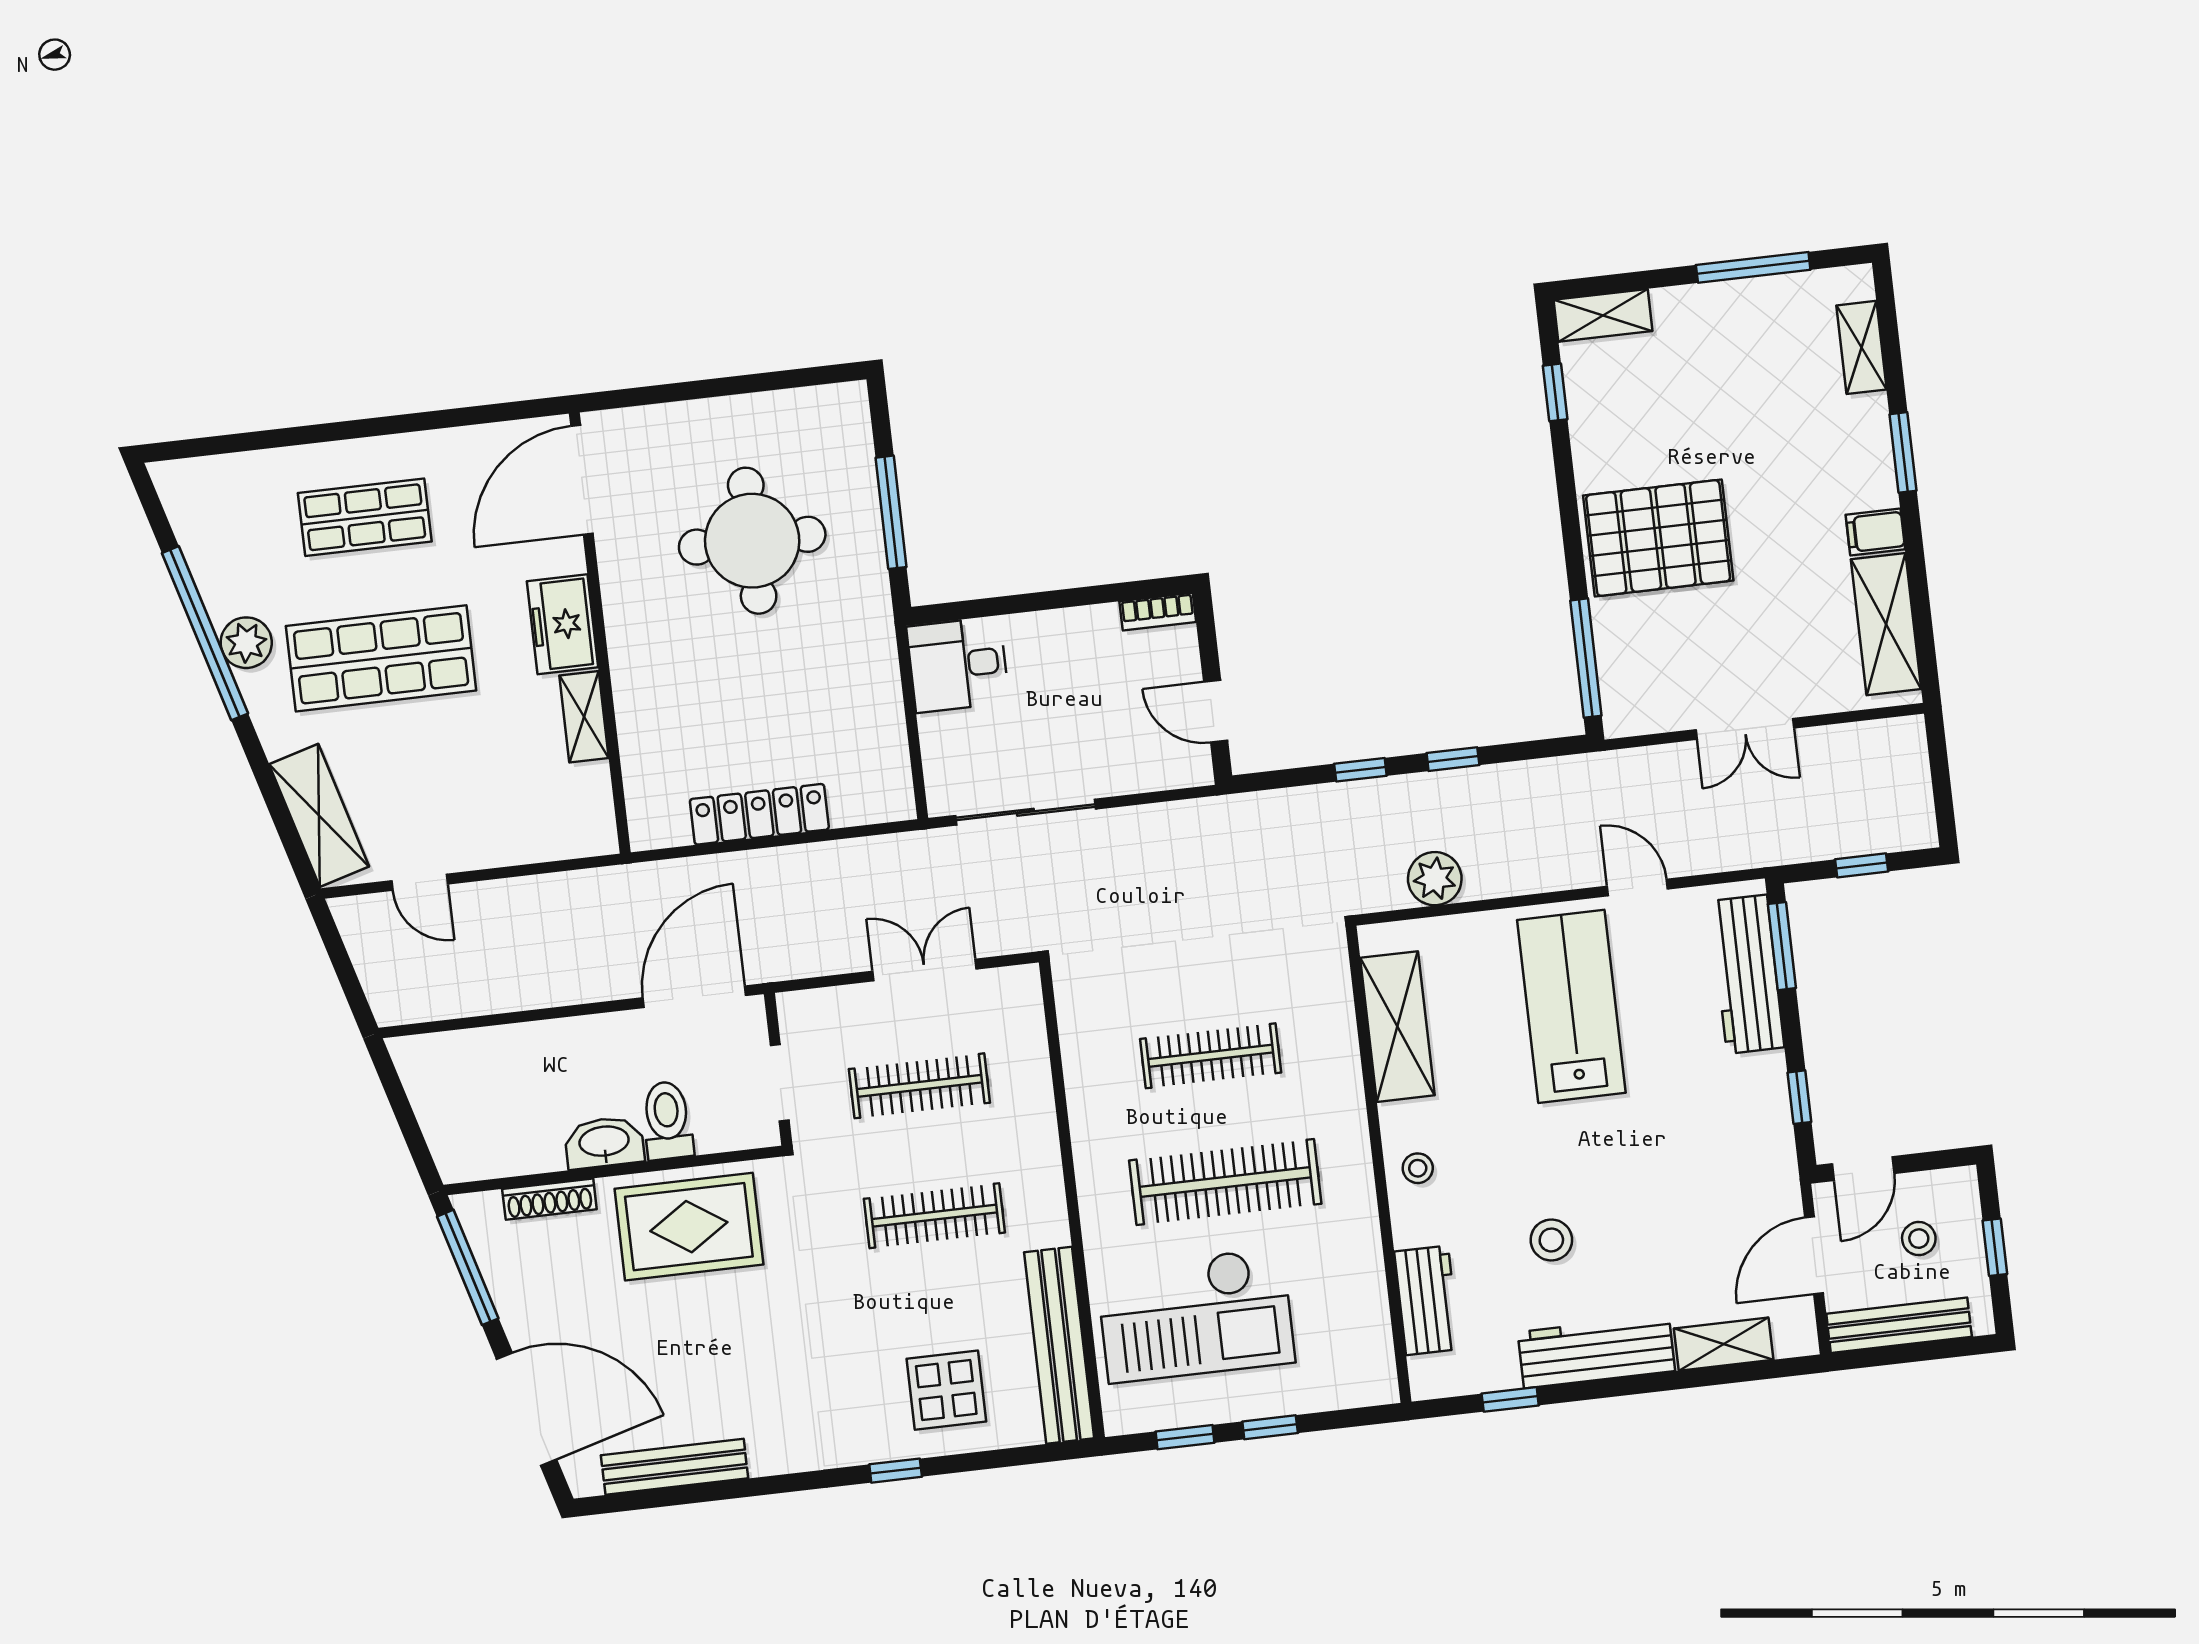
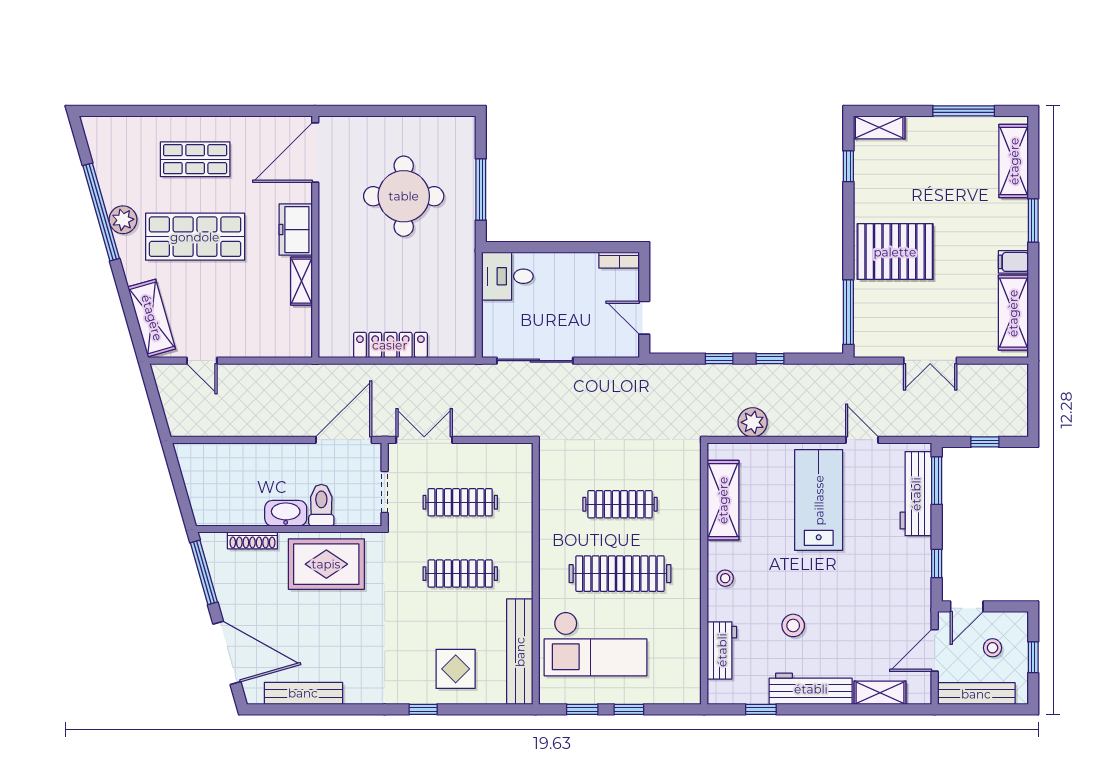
shelving: (1861, 347) -> (1014, 161), width x1.50, depth x1.33
double door: (924, 970) -> (424, 440), moved

